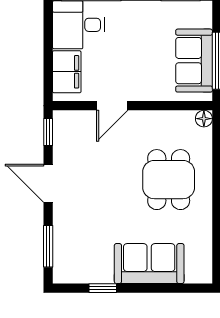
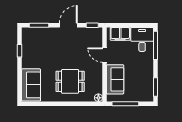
sofa: (194, 61) -> (115, 79), moved, turned 90
sofa: (149, 264) -> (31, 85), moved

